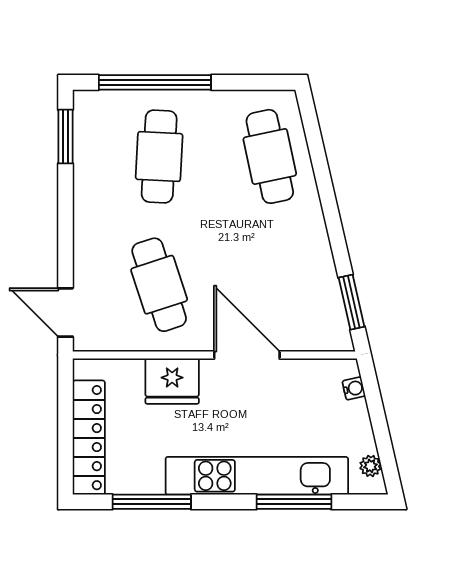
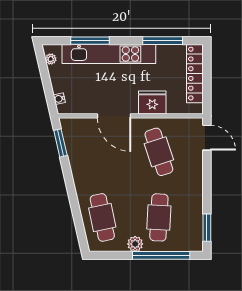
plant: (206, 105) -> (135, 244), added

